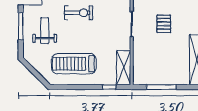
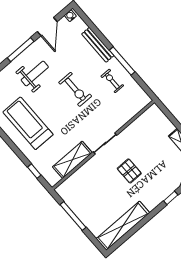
pallet: (164, 24) -> (129, 171), turned 90
shelving: (124, 68) -> (72, 160), moved

